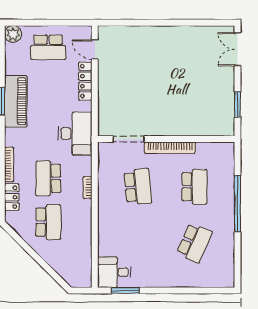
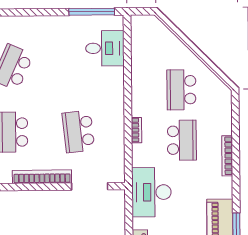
locker: (12, 197) -> (224, 118), removed
desk: (114, 272) -> (105, 48), moved
window: (125, 290) -> (92, 12), width x1.44

